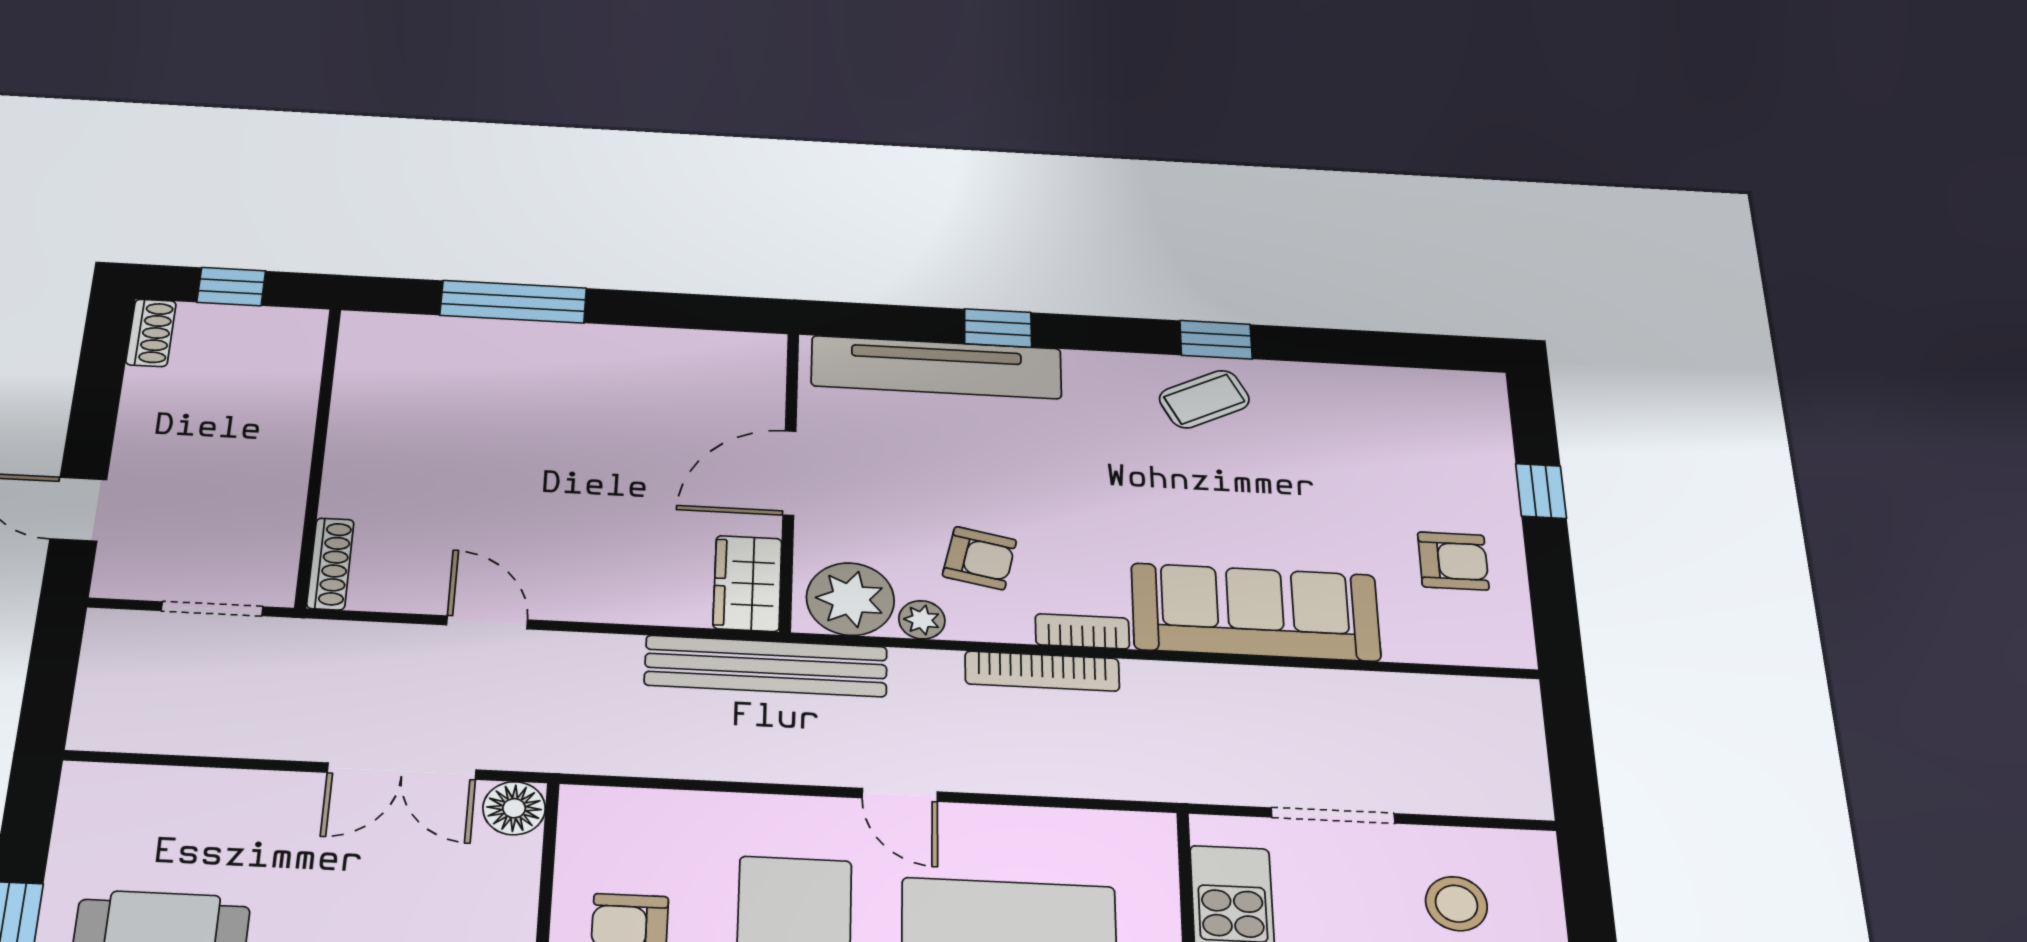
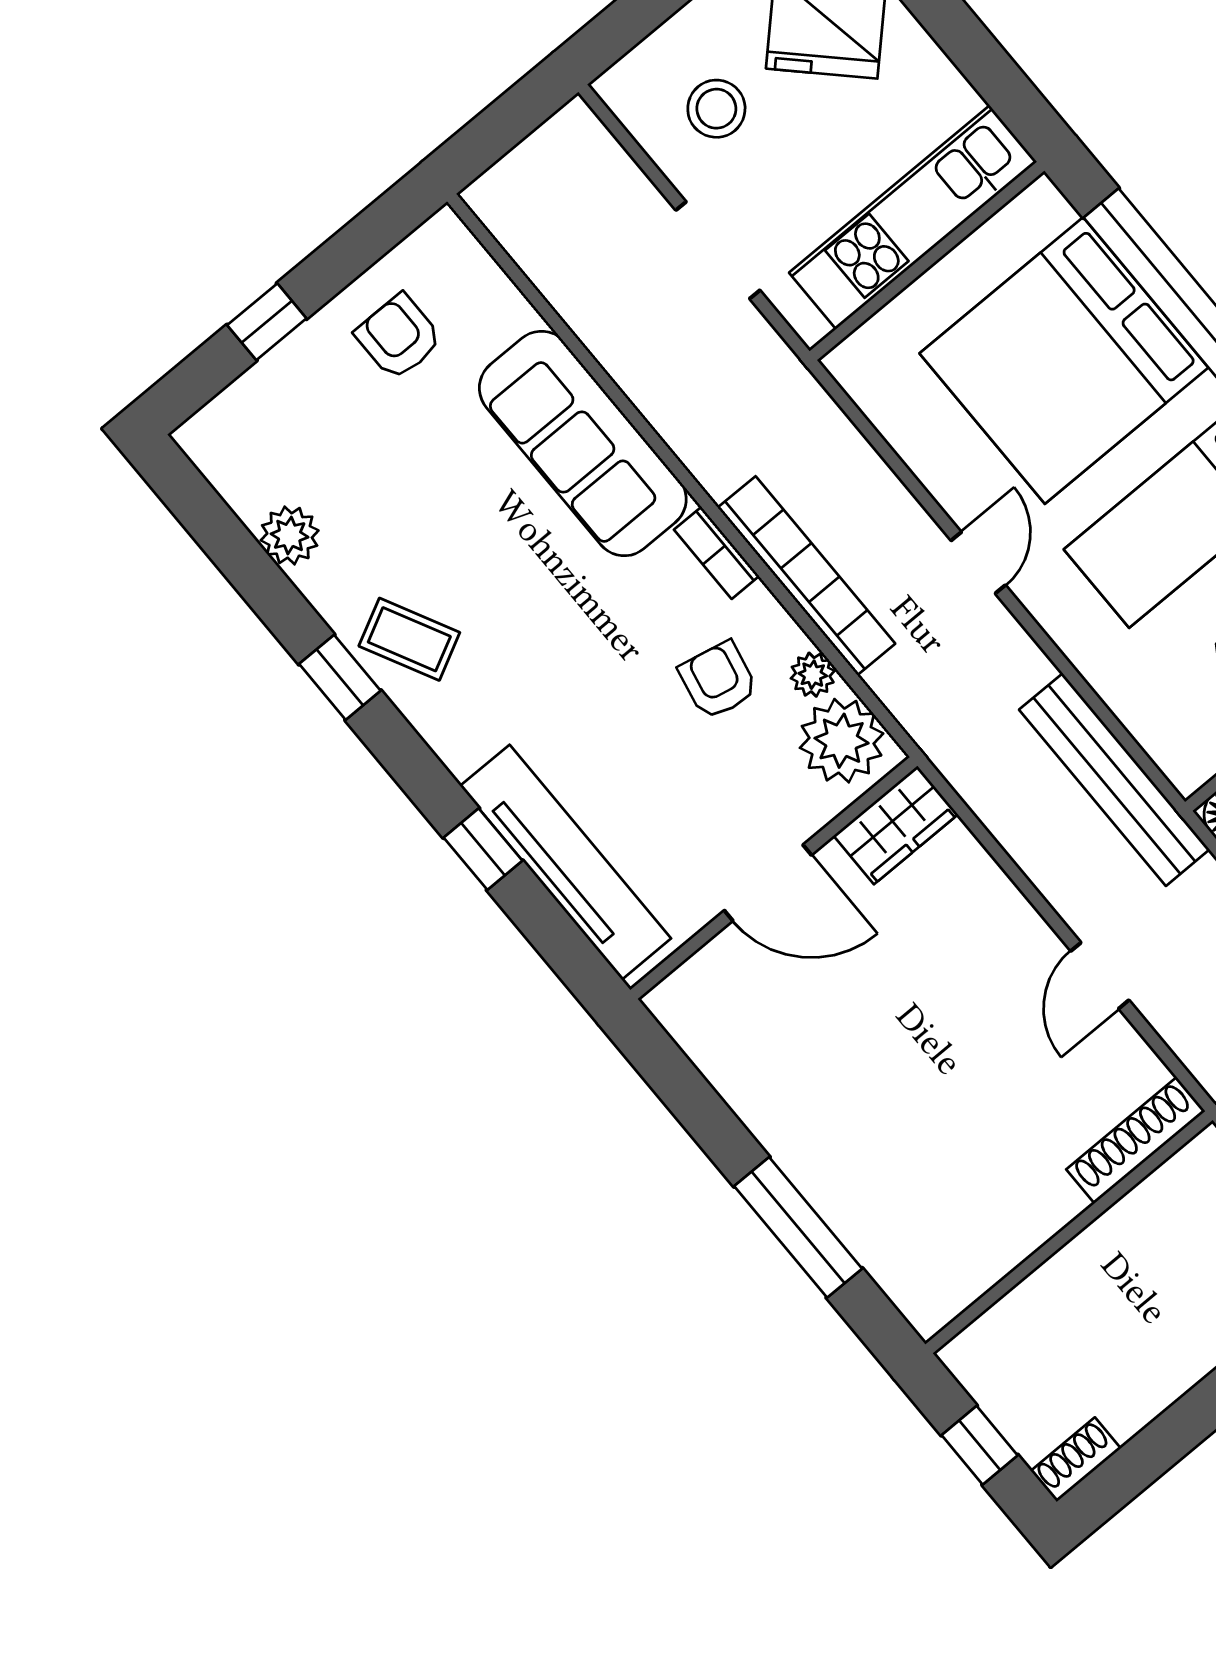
plant: (1356, 387) -> (290, 535), added
shoe rack: (330, 564) -> (1136, 1140), width x1.36, depth x1.24
bench: (766, 666) -> (1114, 780), moved
bookcase: (1042, 671) -> (806, 576), width x1.48, depth x1.31

